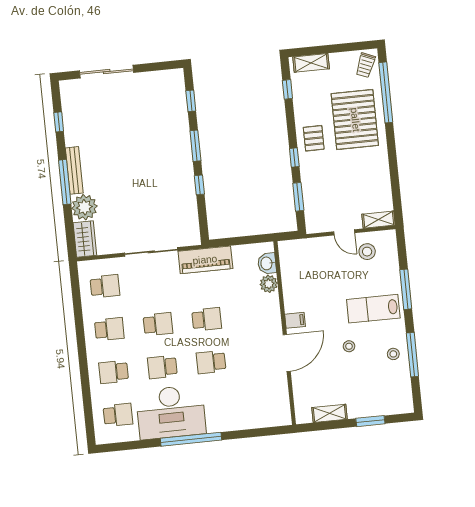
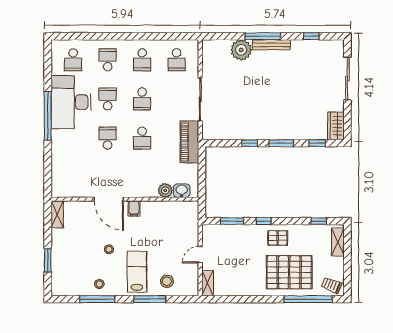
wardrobe: (85, 239) -> (336, 126), moved, turned 90
stool: (367, 252) -> (167, 281), moved
shelving: (329, 413) -> (57, 214), moved

